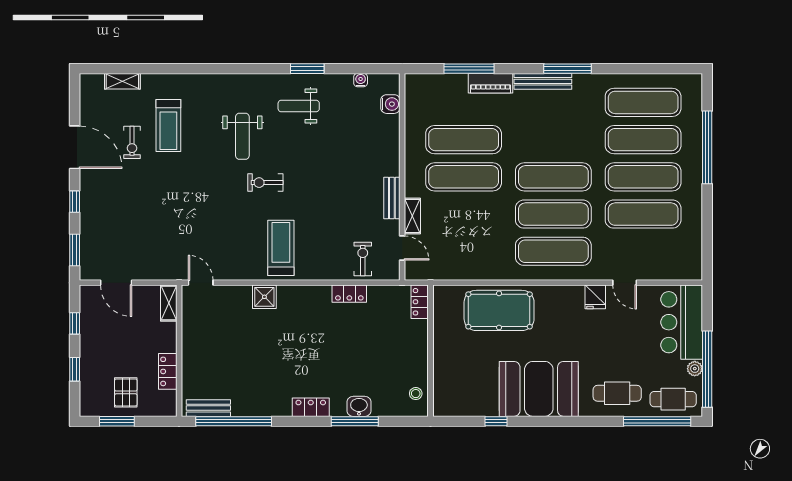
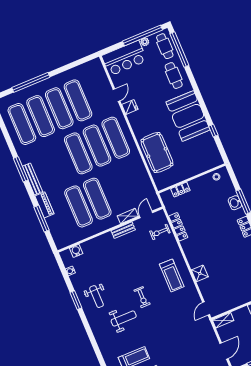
treadmill: (281, 248) -> (172, 275), turned -90
locker: (349, 294) -> (178, 227), width x1.53
locker: (420, 302) -> (180, 190), moved

